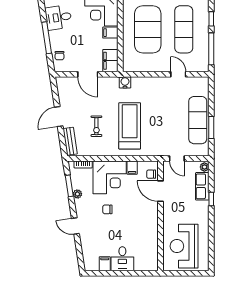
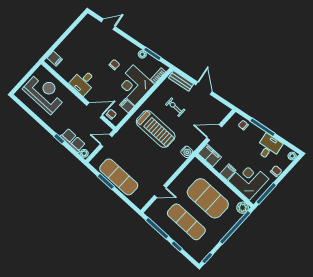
door: (75, 226) -> (108, 24), moved
desk: (122, 259) -> (83, 82), moved, turned -90
filing cabinet: (105, 264) -> (55, 59), moved

